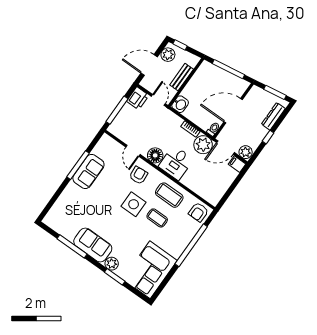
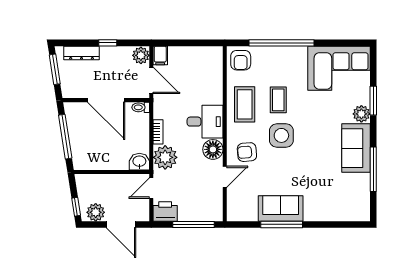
bench: (182, 77) -> (109, 181), removed
plant: (203, 145) -> (165, 157), moved
armchair: (198, 212) -> (241, 60), turned 90

